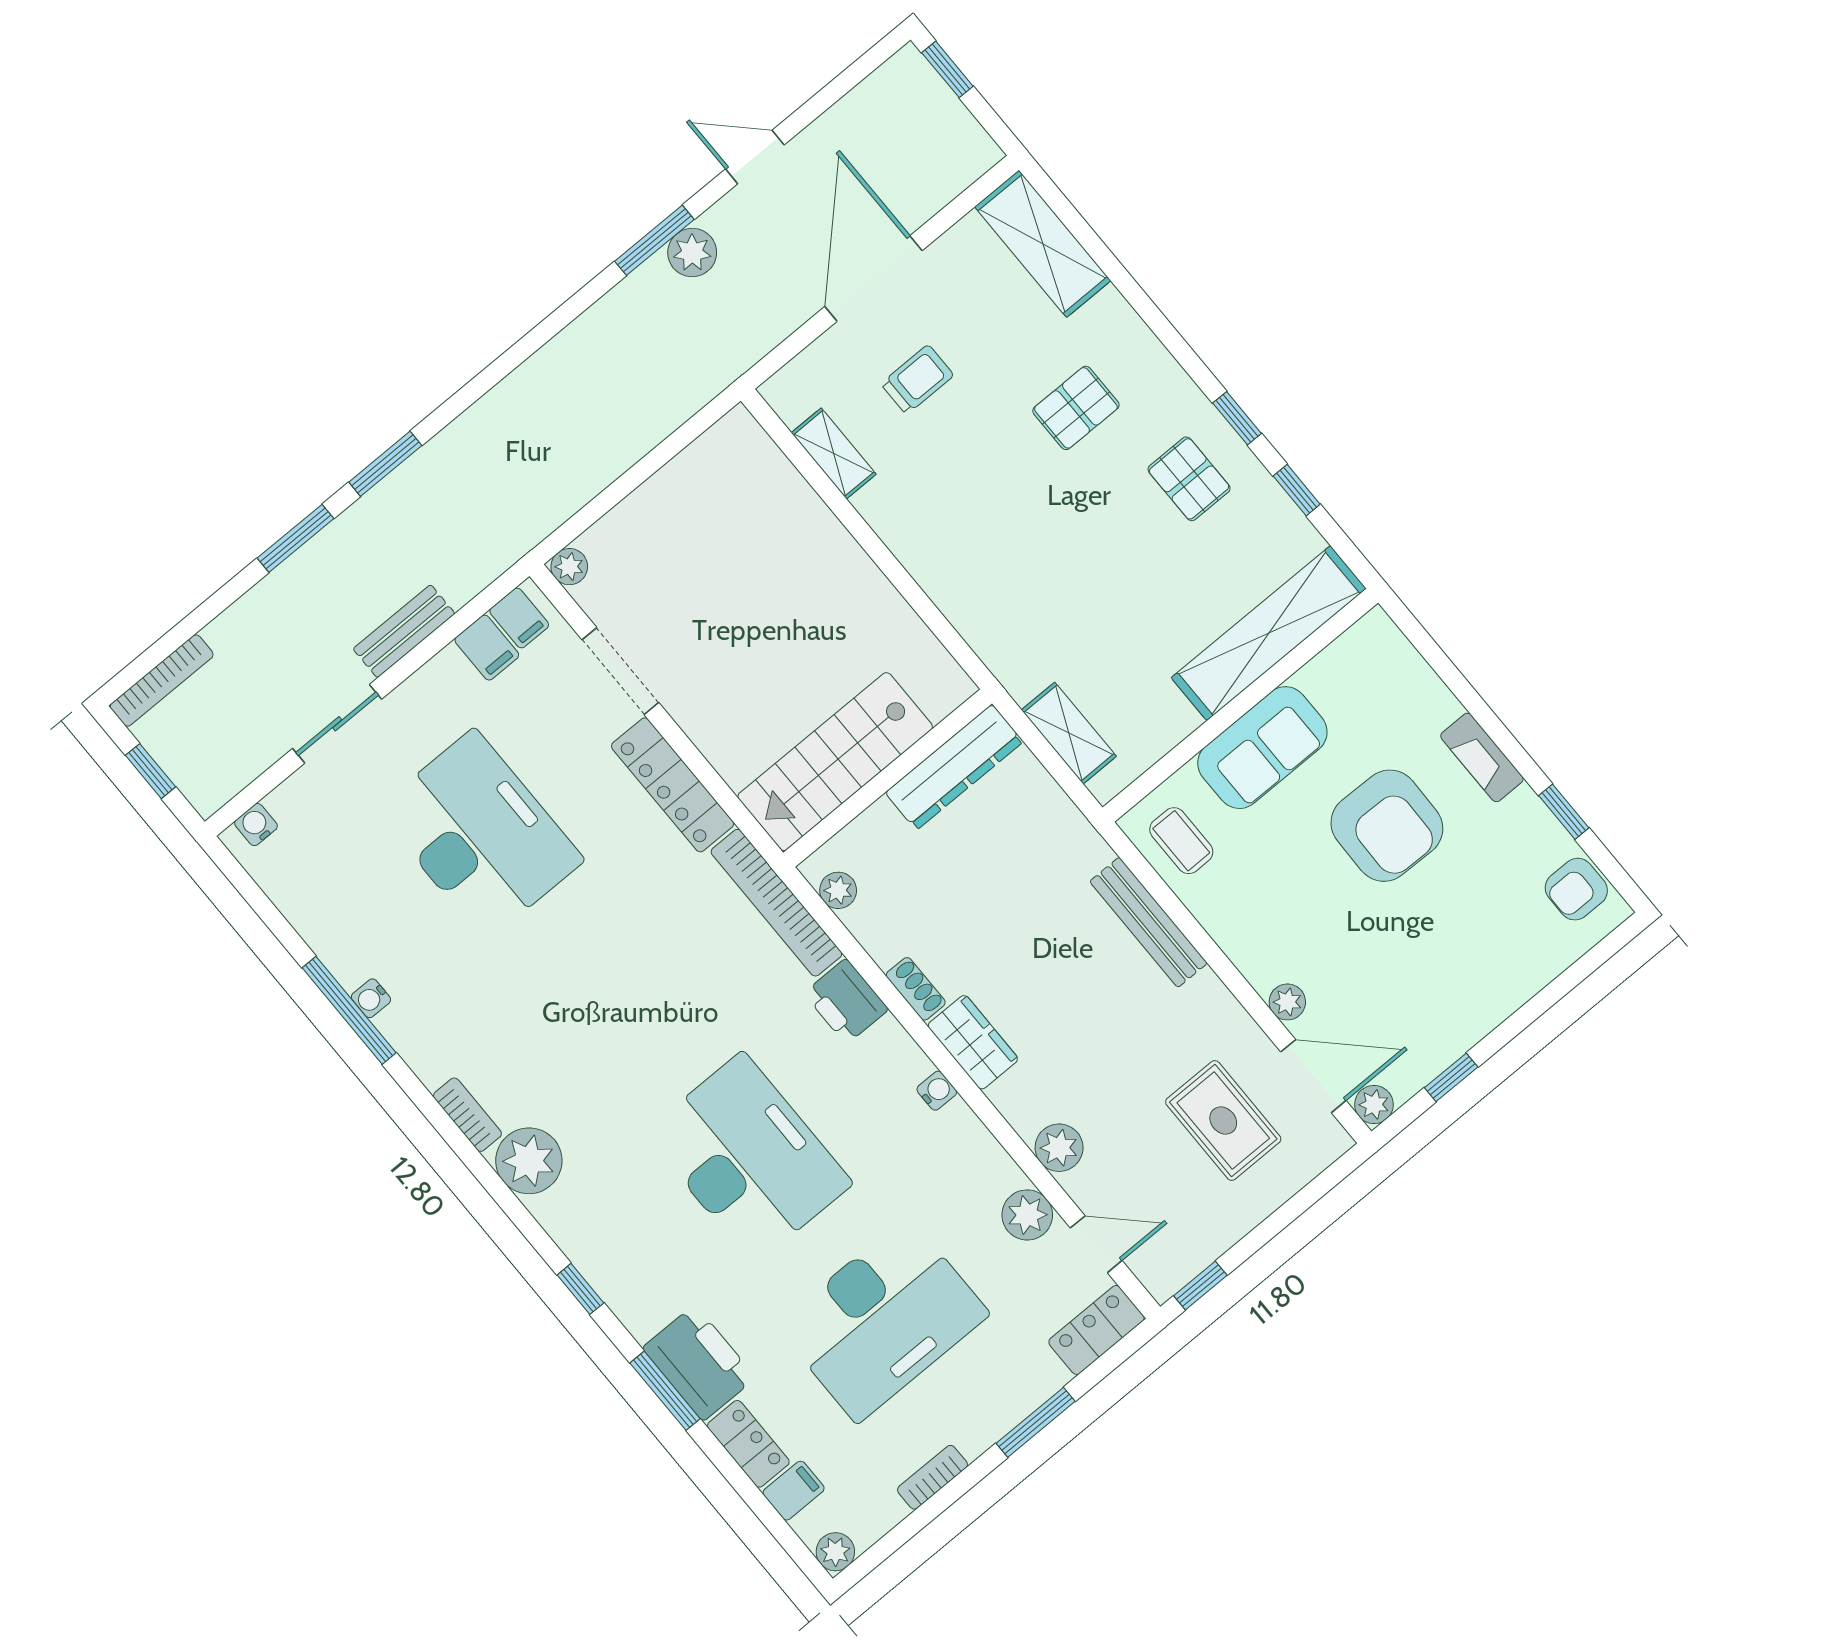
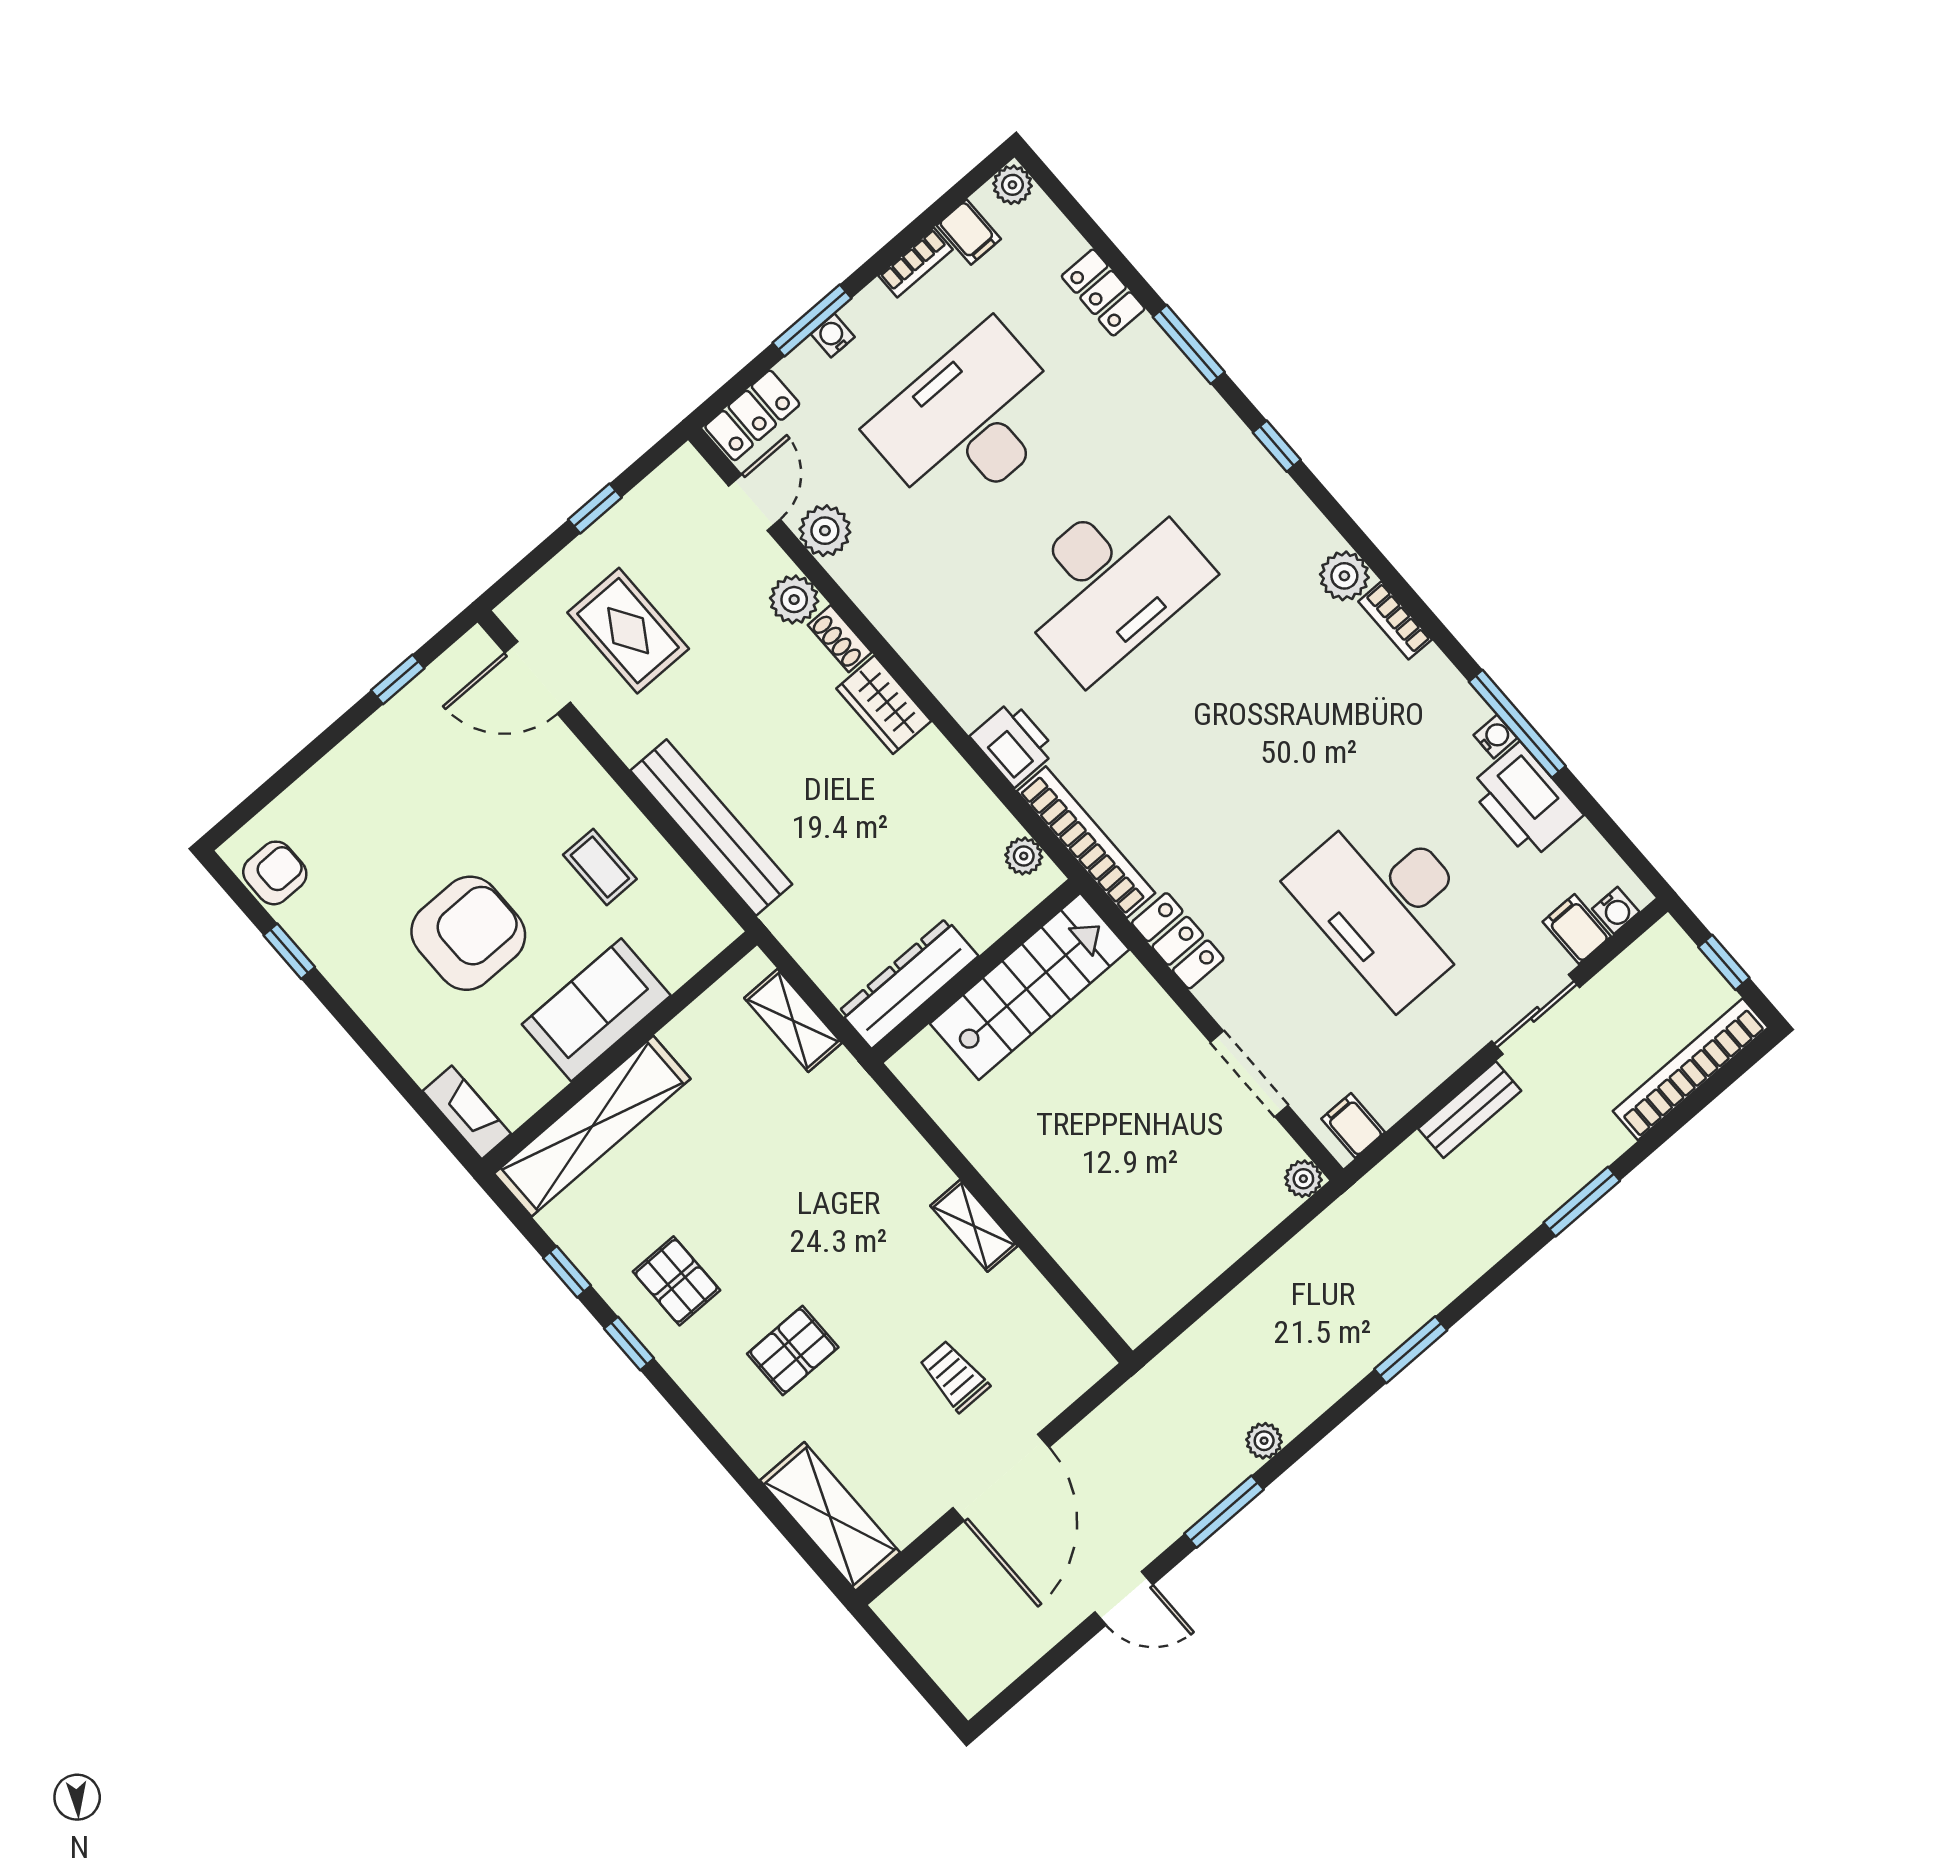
window: (947, 69) -> (930, 1691), removed
plant: (692, 253) -> (1264, 1441), moved, width x0.73, depth x0.73
trolley: (917, 380) -> (954, 1376), turned 90
shelving: (834, 453) -> (974, 1226), moved
window: (385, 464) -> (1411, 1350), moved
filing cabinet: (487, 648) -> (1577, 929), moved
bookcase: (162, 680) -> (1690, 1069), width x1.48, depth x1.31
fireplace: (1482, 757) -> (467, 1112), moved
locker: (673, 785) -> (1178, 941), width x0.66
armchair: (1387, 826) -> (468, 933), turned 89
coffee table: (1181, 841) -> (600, 867), moved
bench: (1149, 922) -> (711, 827), width x1.37, depth x1.21
shoe rack: (916, 989) -> (840, 639), moved
plant: (1287, 1002) -> (566, 752), removed
water cooler: (937, 1091) -> (833, 336), moved, turned 90
plant: (1374, 1105) -> (476, 650), removed
desk: (748, 1158) -> (1109, 582), turned -90
plant: (529, 1161) -> (1344, 576), width x0.73, depth x0.73
door: (1096, 1244) -> (754, 502), swing flipped
window: (1200, 1286) -> (595, 509), moved
printer: (699, 1363) -> (1525, 801), moved
filing cabinet: (794, 1491) -> (969, 232), moved, turned -90

